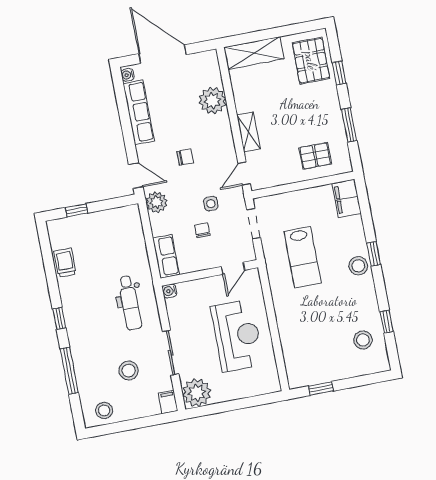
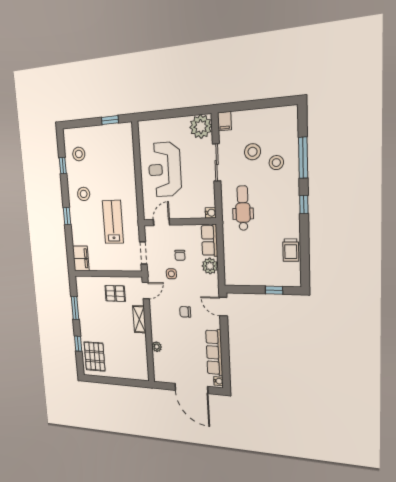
shelving: (254, 53) -> (130, 372), removed
plant: (212, 101) -> (157, 347), width x0.53, depth x0.53
pallet: (315, 156) -> (115, 293), moved
plant: (157, 202) -> (210, 266), moved
stool: (358, 266) -> (84, 194), moved
stool: (104, 410) -> (276, 163), moved

